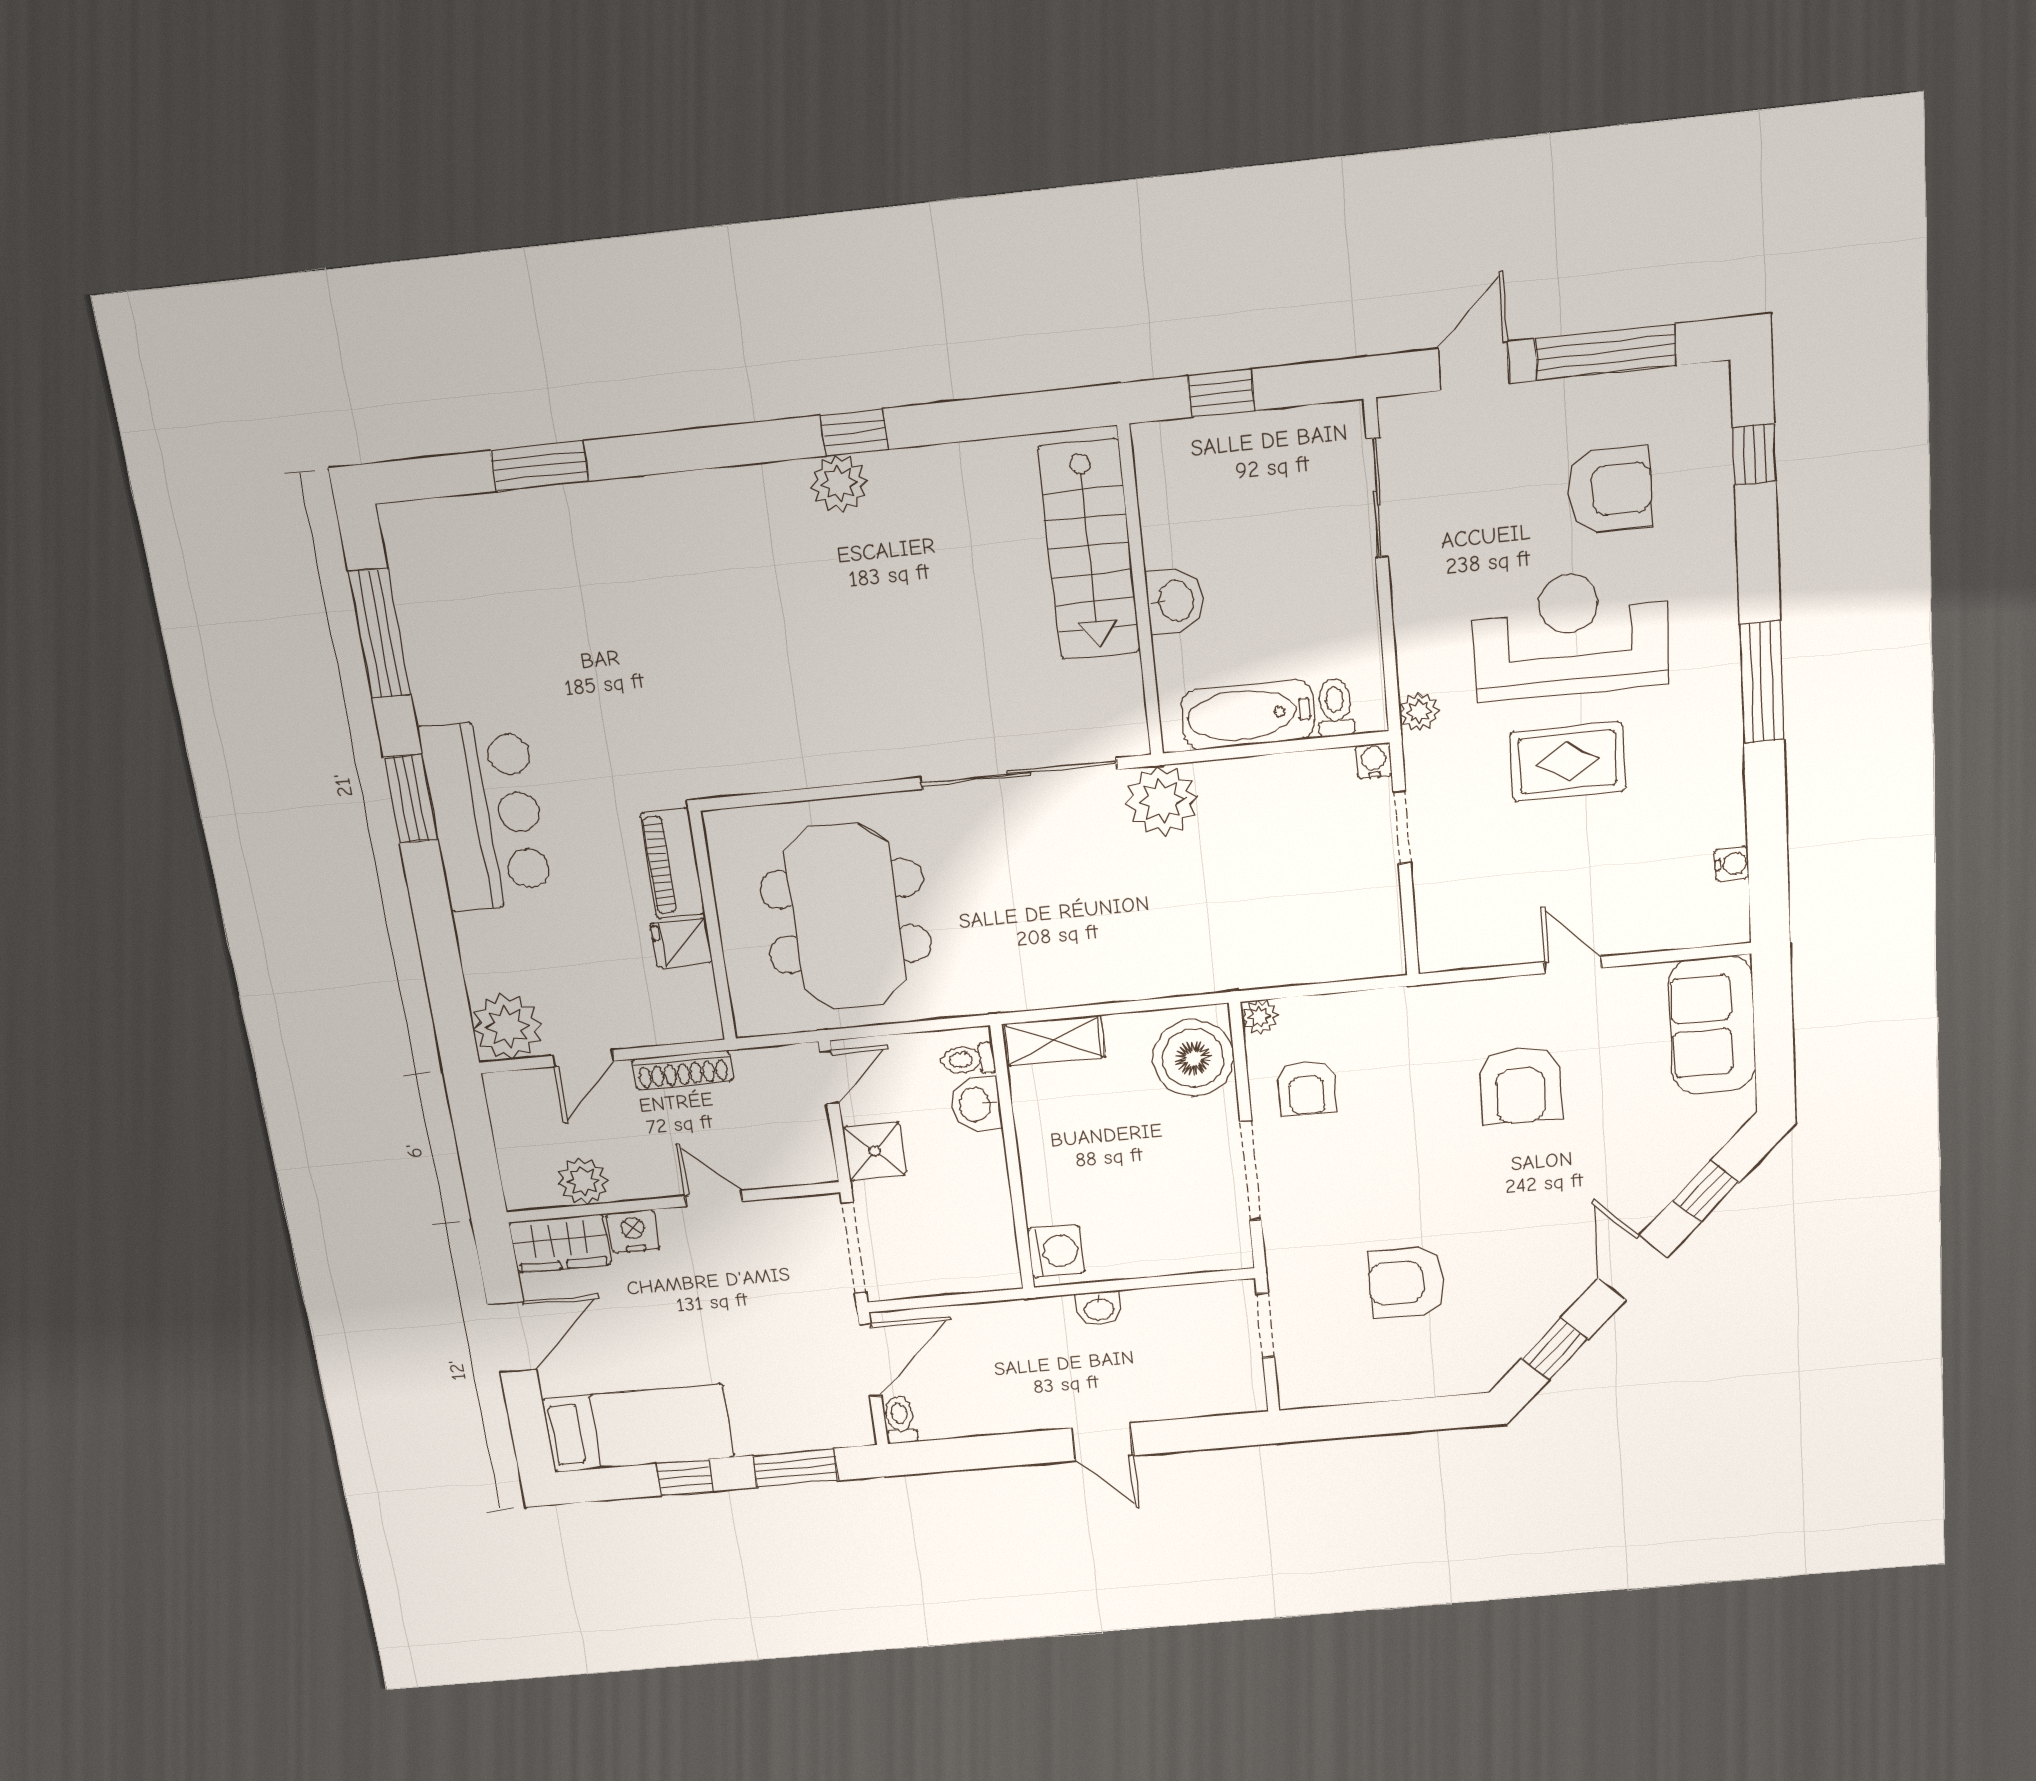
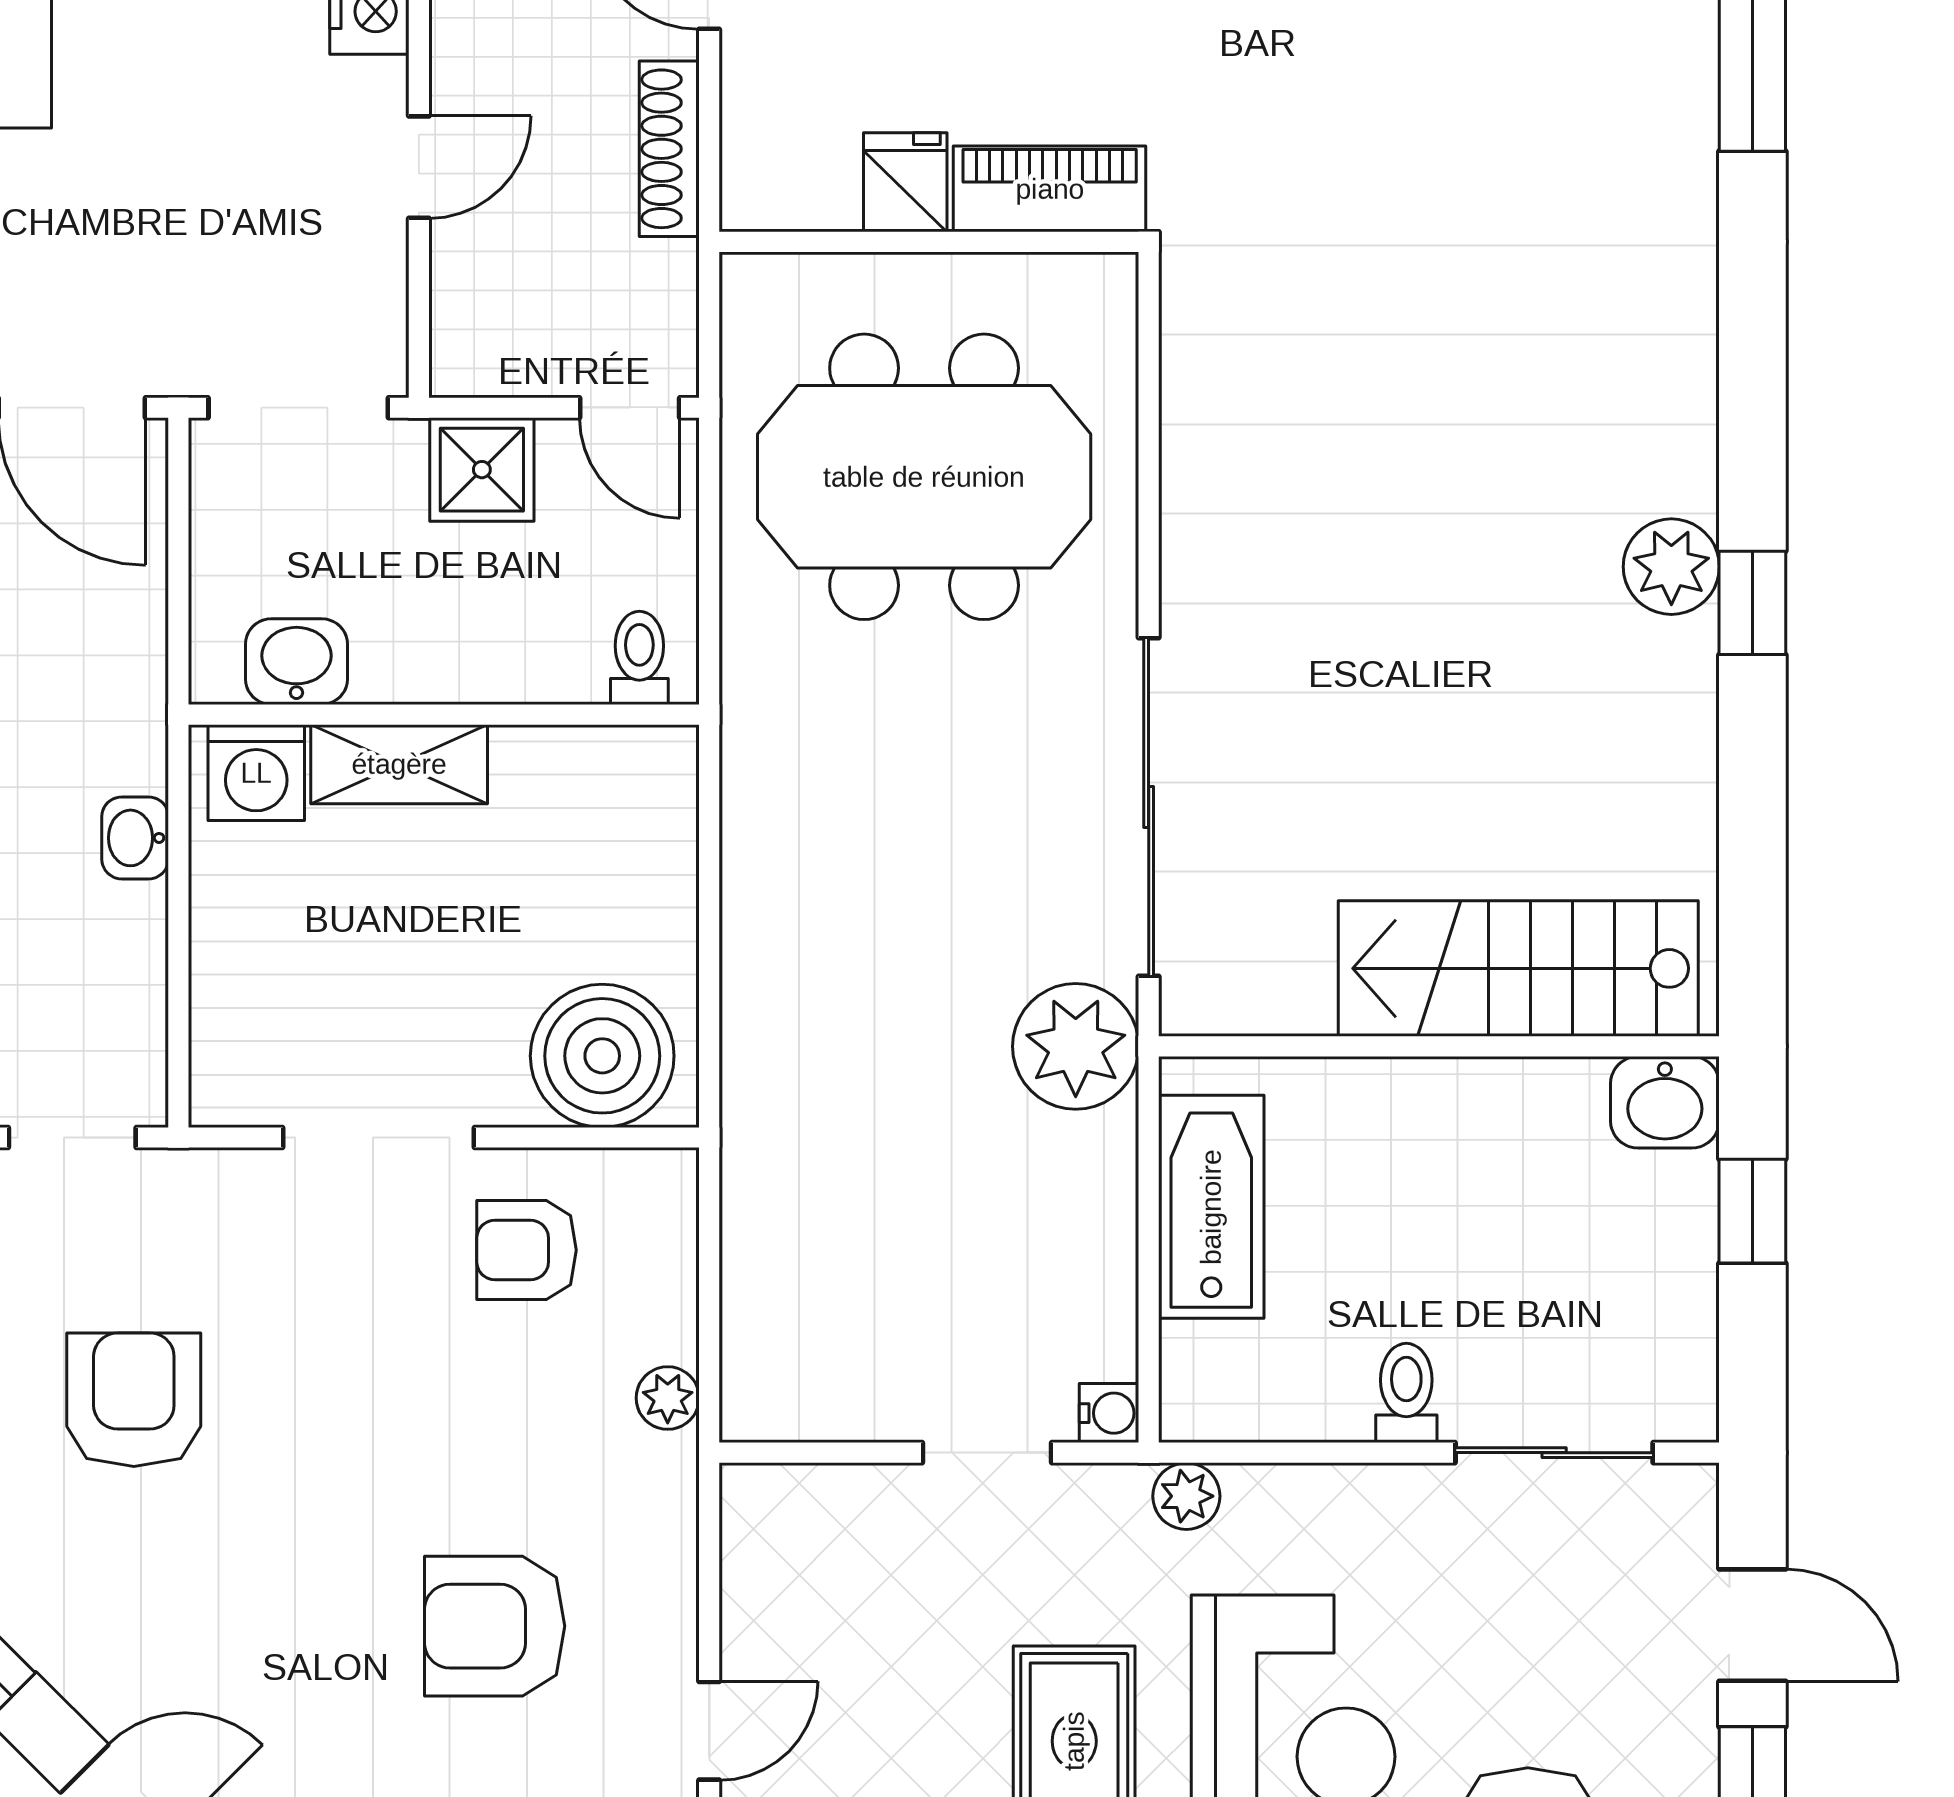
washbasin: (1175, 601) -> (1665, 1102), moved
toilet: (1335, 708) -> (1406, 1393), moved, turned -90
plant: (1259, 1017) -> (668, 1398), moved
shelving: (1053, 1041) -> (399, 764), moved, turned 90
washbasin: (976, 1104) -> (296, 662), moved

